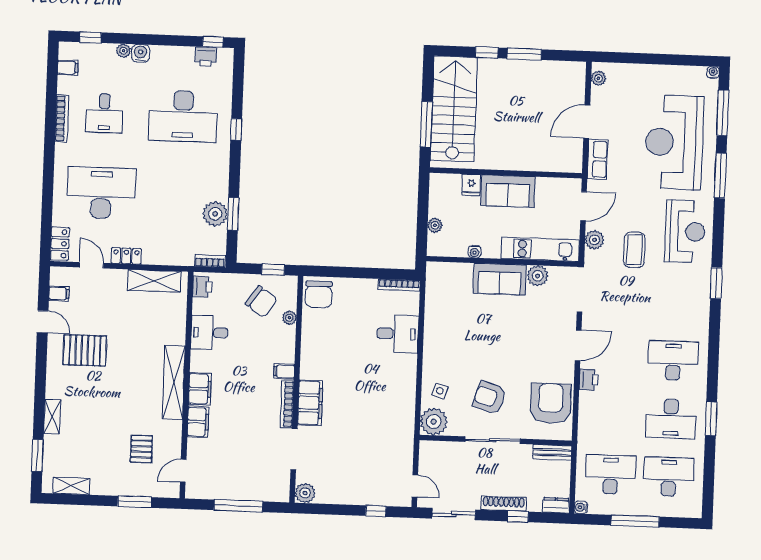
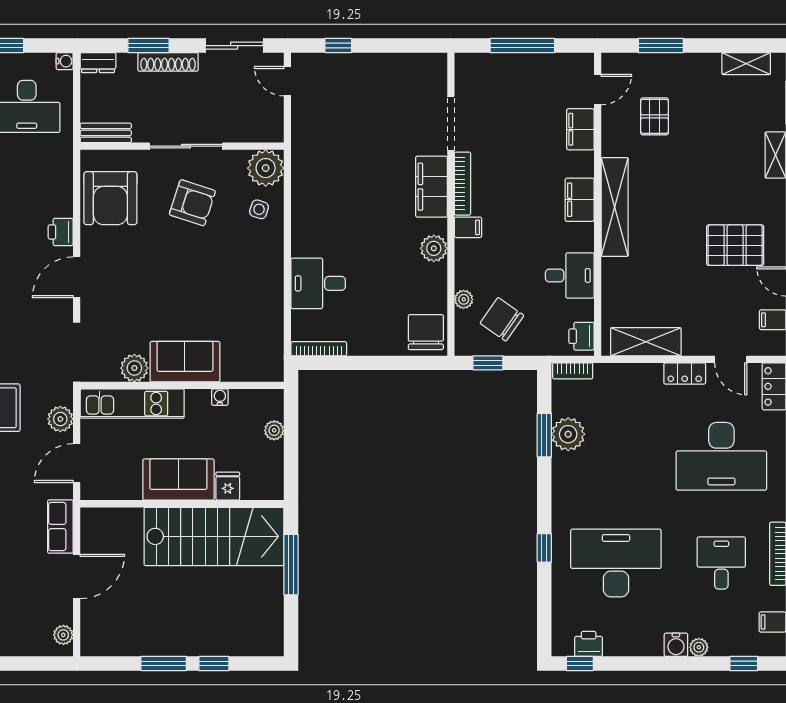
stairs: (454, 109) -> (214, 536), moved, turned -90
filing cabinet: (198, 422) -> (580, 129), moved
plant: (305, 493) -> (434, 248), moved
window: (518, 517) -> (148, 46), width x1.50

